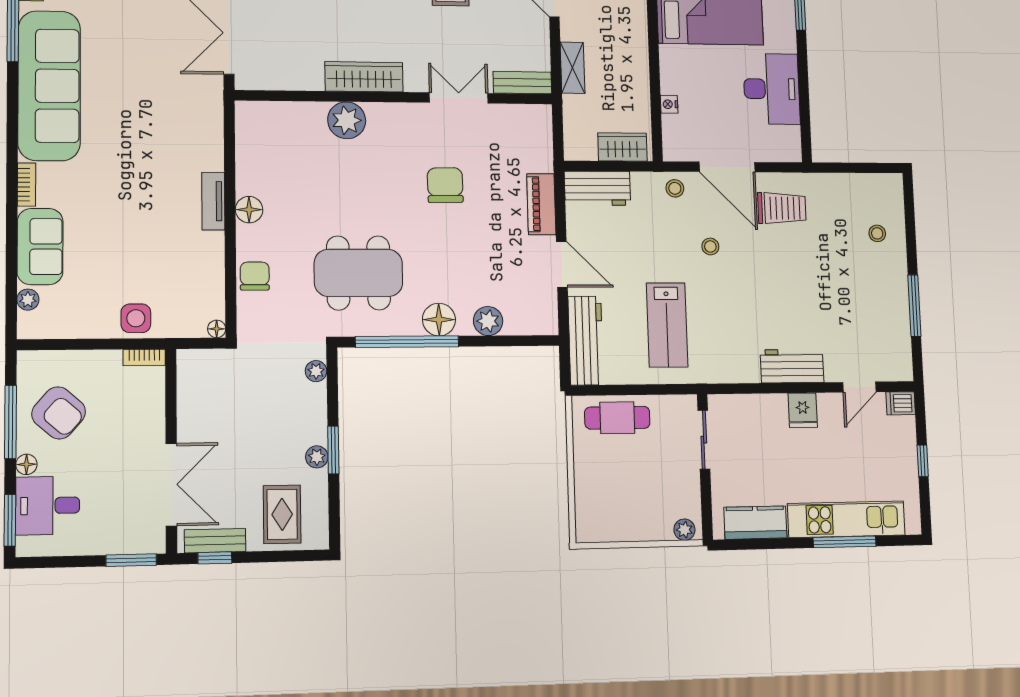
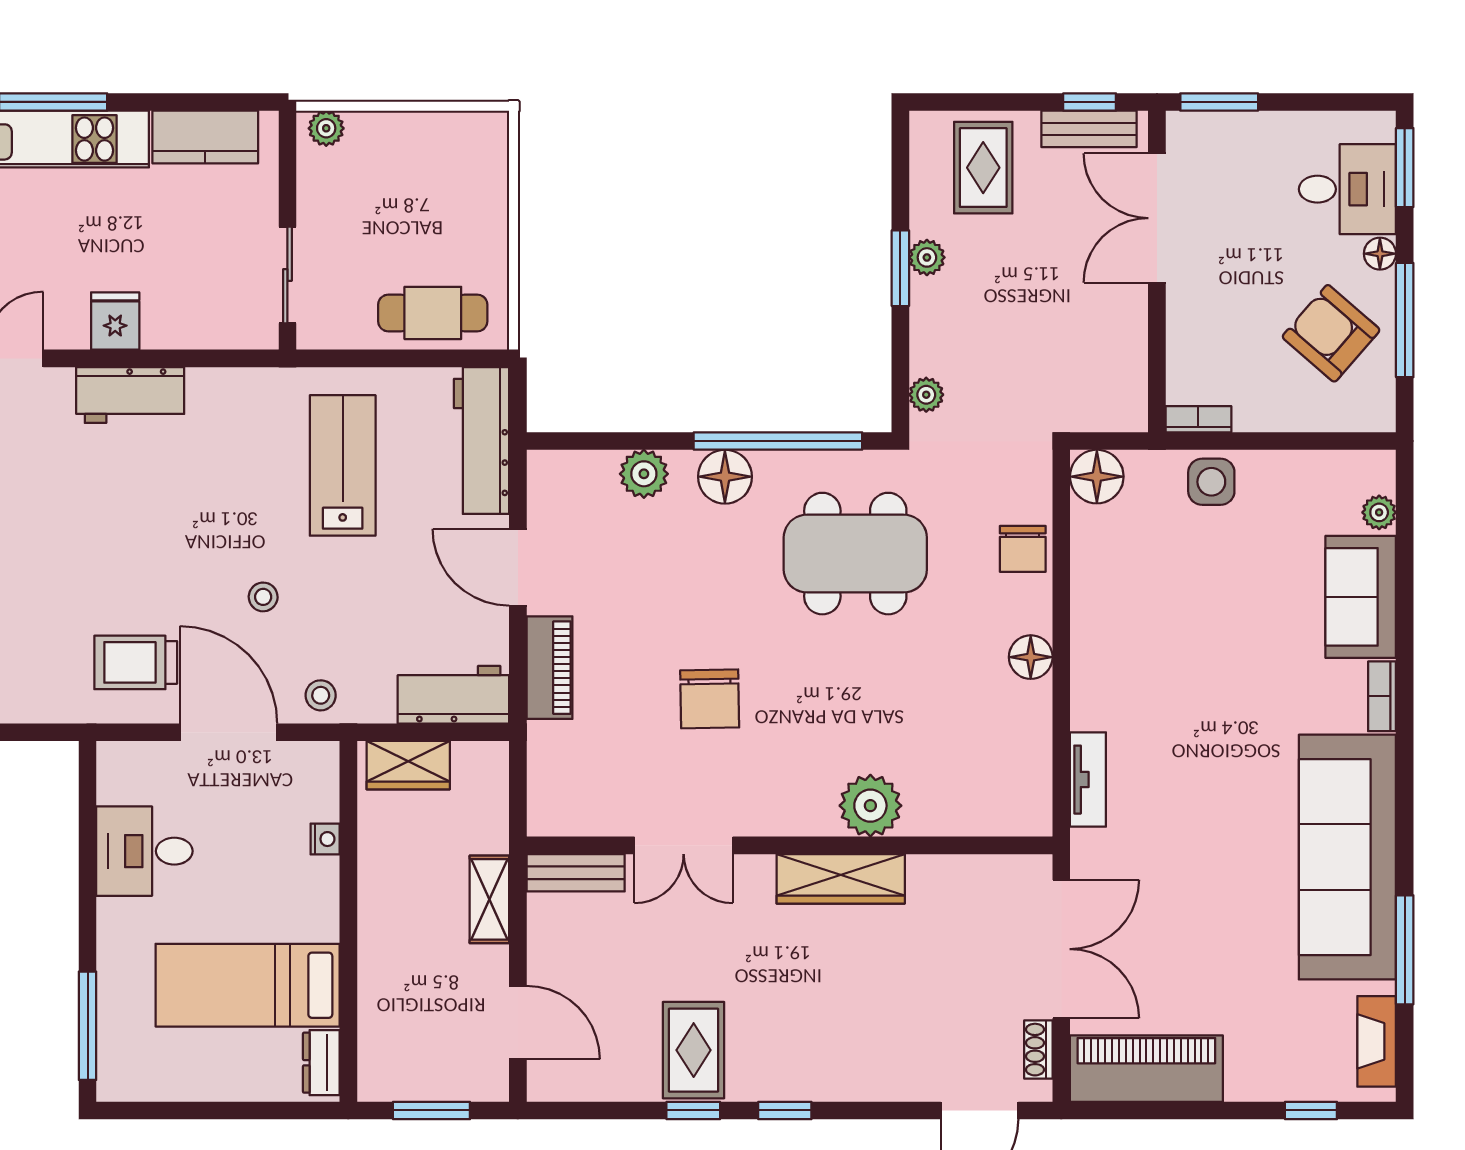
desk: (772, 89) -> (144, 851), width x0.73
tv unit: (213, 201) -> (1088, 780), moved
floor lamp: (217, 329) -> (1097, 477), width x1.89, depth x1.89

